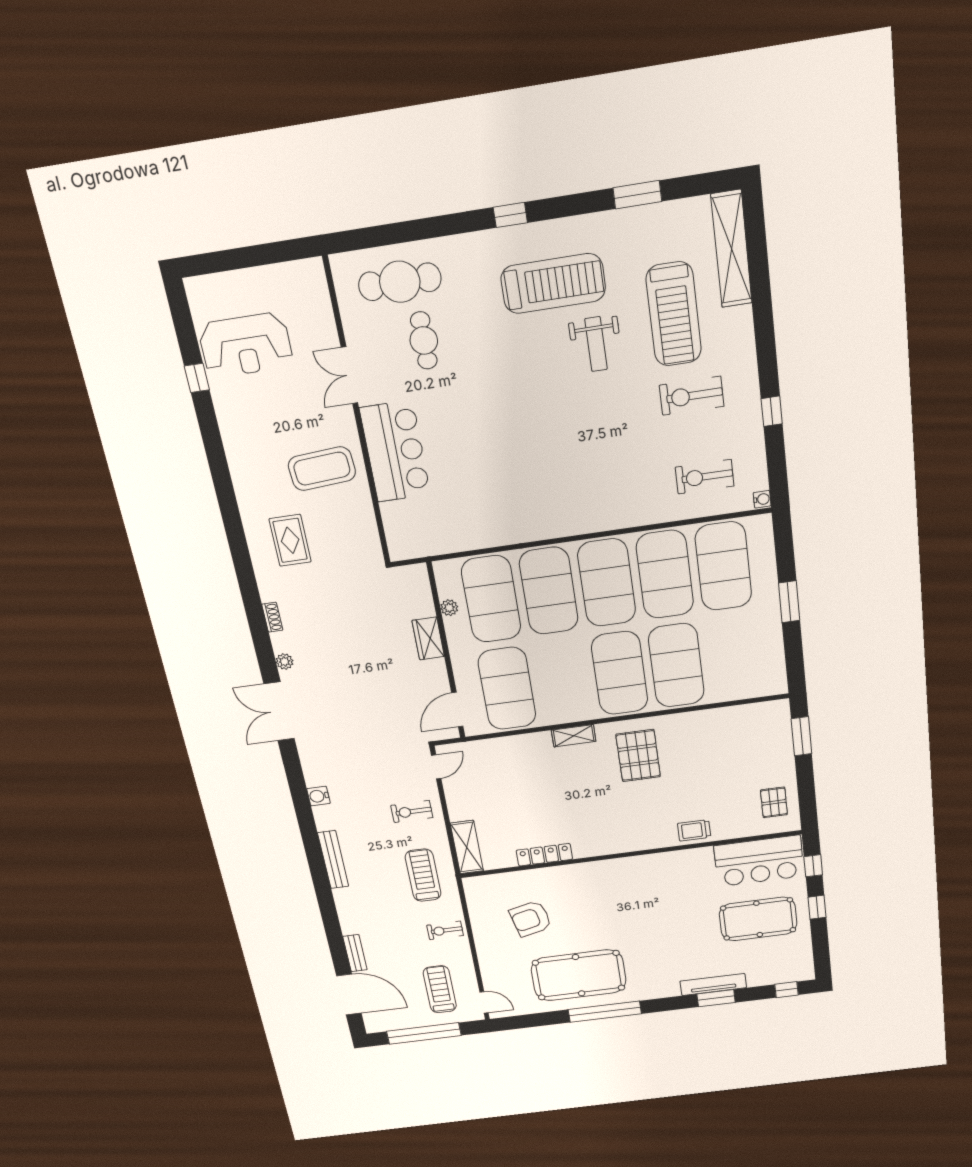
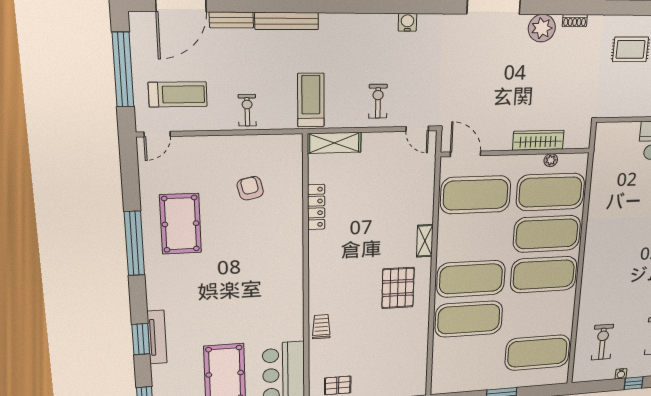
water cooler: (762, 499) -> (621, 374), moved
exercise mat: (665, 574) -> (541, 314), removed
wardrobe: (428, 638) -> (538, 140), width x1.50
plant: (285, 661) -> (542, 28), width x1.88, depth x1.88
pallet: (638, 756) -> (398, 288), turned 90
bench: (333, 860) -> (287, 21), moved
treadmill: (423, 875) -> (311, 100), turned -90
armchair: (531, 919) -> (250, 188), width x0.72, depth x0.72
pool table: (579, 975) -> (180, 224), width x0.73, depth x0.76

